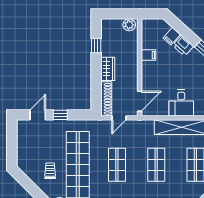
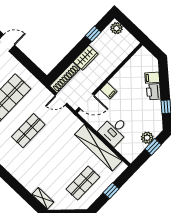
plant: (129, 25) -> (116, 28), moved
filing cabinet: (148, 55) -> (109, 91), moved
window: (60, 115) -> (22, 58), removed
shop shelf: (156, 165) -> (56, 157), removed

